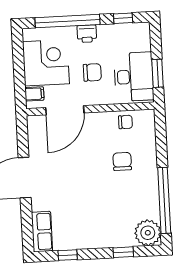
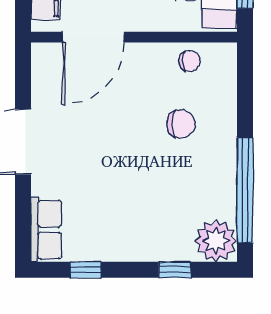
chair: (122, 161) -> (181, 124), turned 90

